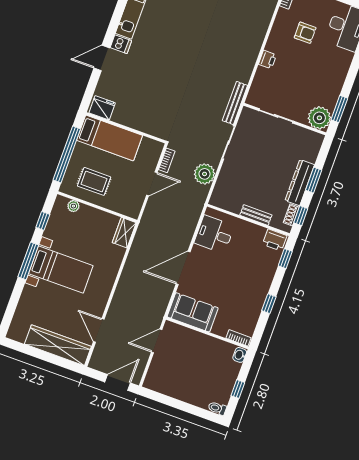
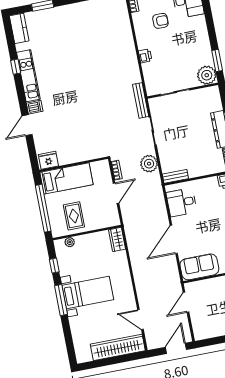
rug: (94, 181) -> (74, 216), turned 90
bench: (256, 215) -> (175, 176), moved

